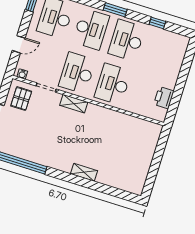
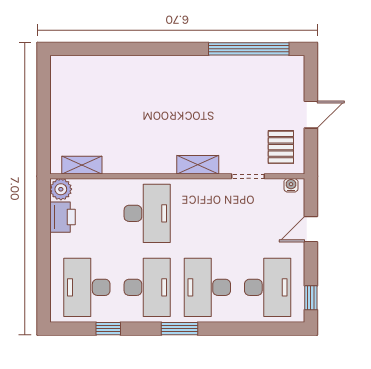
desk: (77, 73) -> (87, 287), moved, turned 180
plant: (160, 114) -> (61, 189), added
shelving: (84, 172) -> (82, 165), moved

